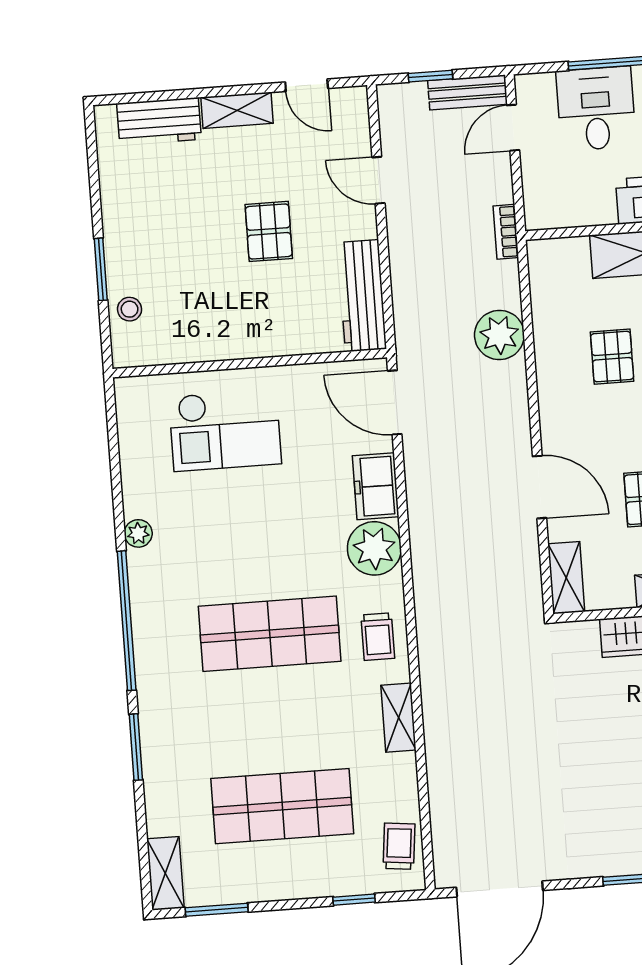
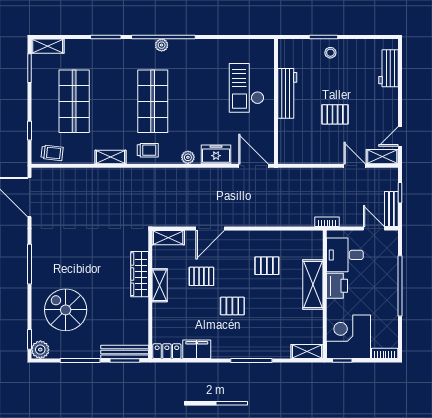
desk: (596, 109) -> (345, 255), moved, turned 180
shelving: (237, 110) -> (382, 157), moved, turned 90
door: (378, 180) -> (355, 166), hinge flipped
workbench: (362, 296) -> (287, 93), moved, turned 90
stool: (130, 309) -> (330, 53), moved
plant: (499, 335) -> (280, 215), removed
door: (395, 402) -> (253, 166), hinge flipped
plant: (138, 533) -> (162, 45), moved
plant: (374, 548) -> (188, 157), width x0.53, depth x0.53
trolley: (378, 637) -> (148, 150), turned 180

